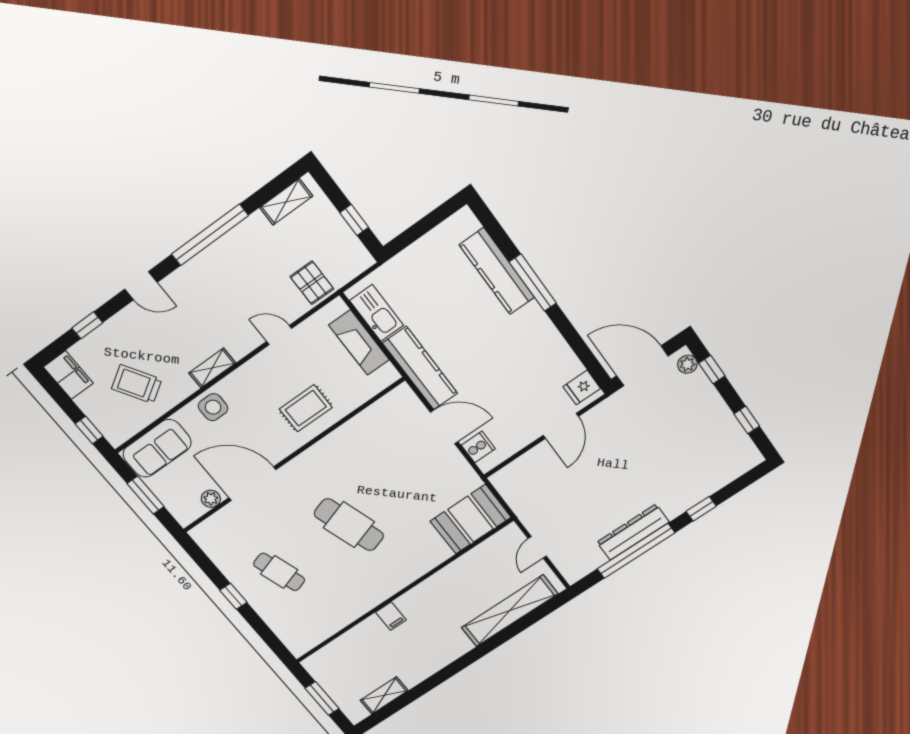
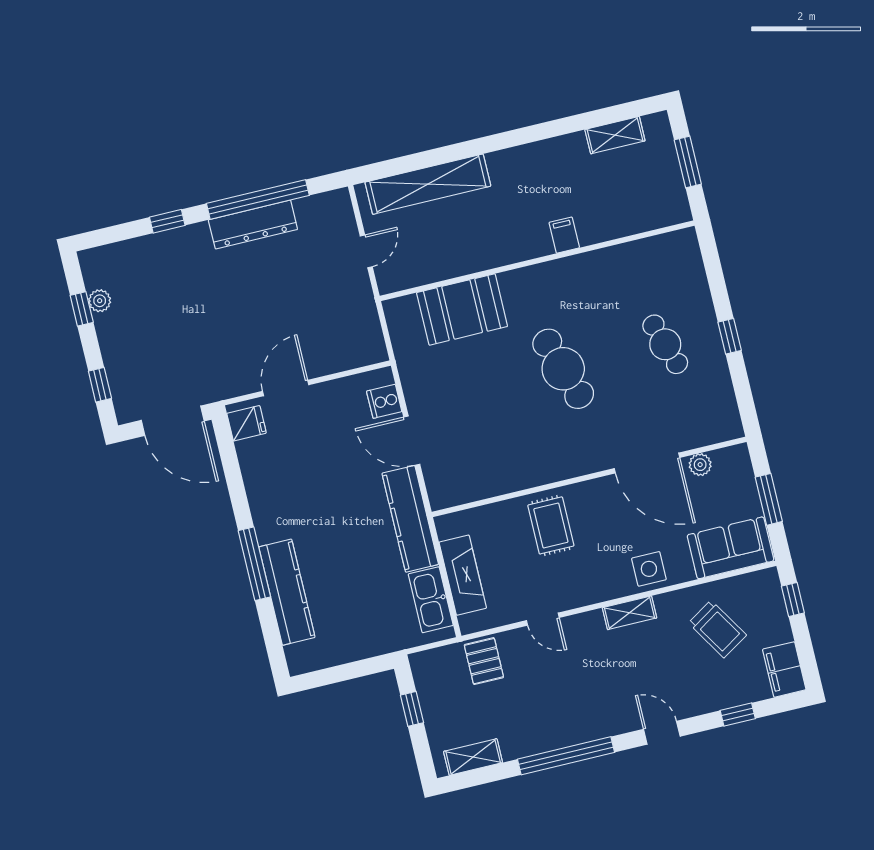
plant: (687, 364) -> (100, 301), moved
rug: (306, 408) -> (551, 525), turned 90
booth: (471, 519) -> (462, 309), moved

